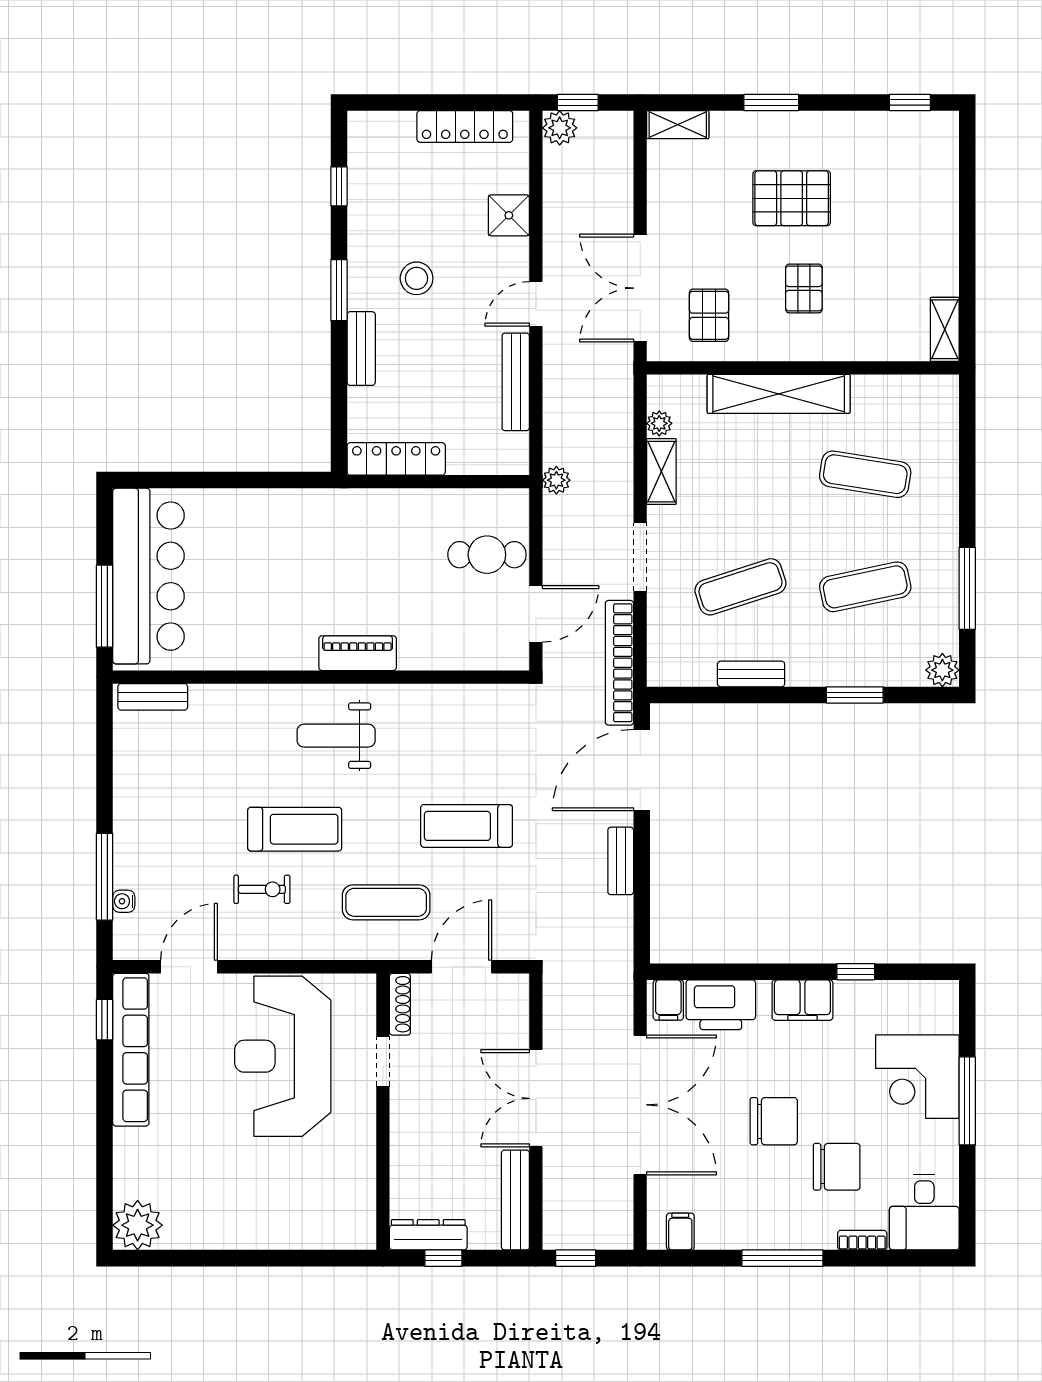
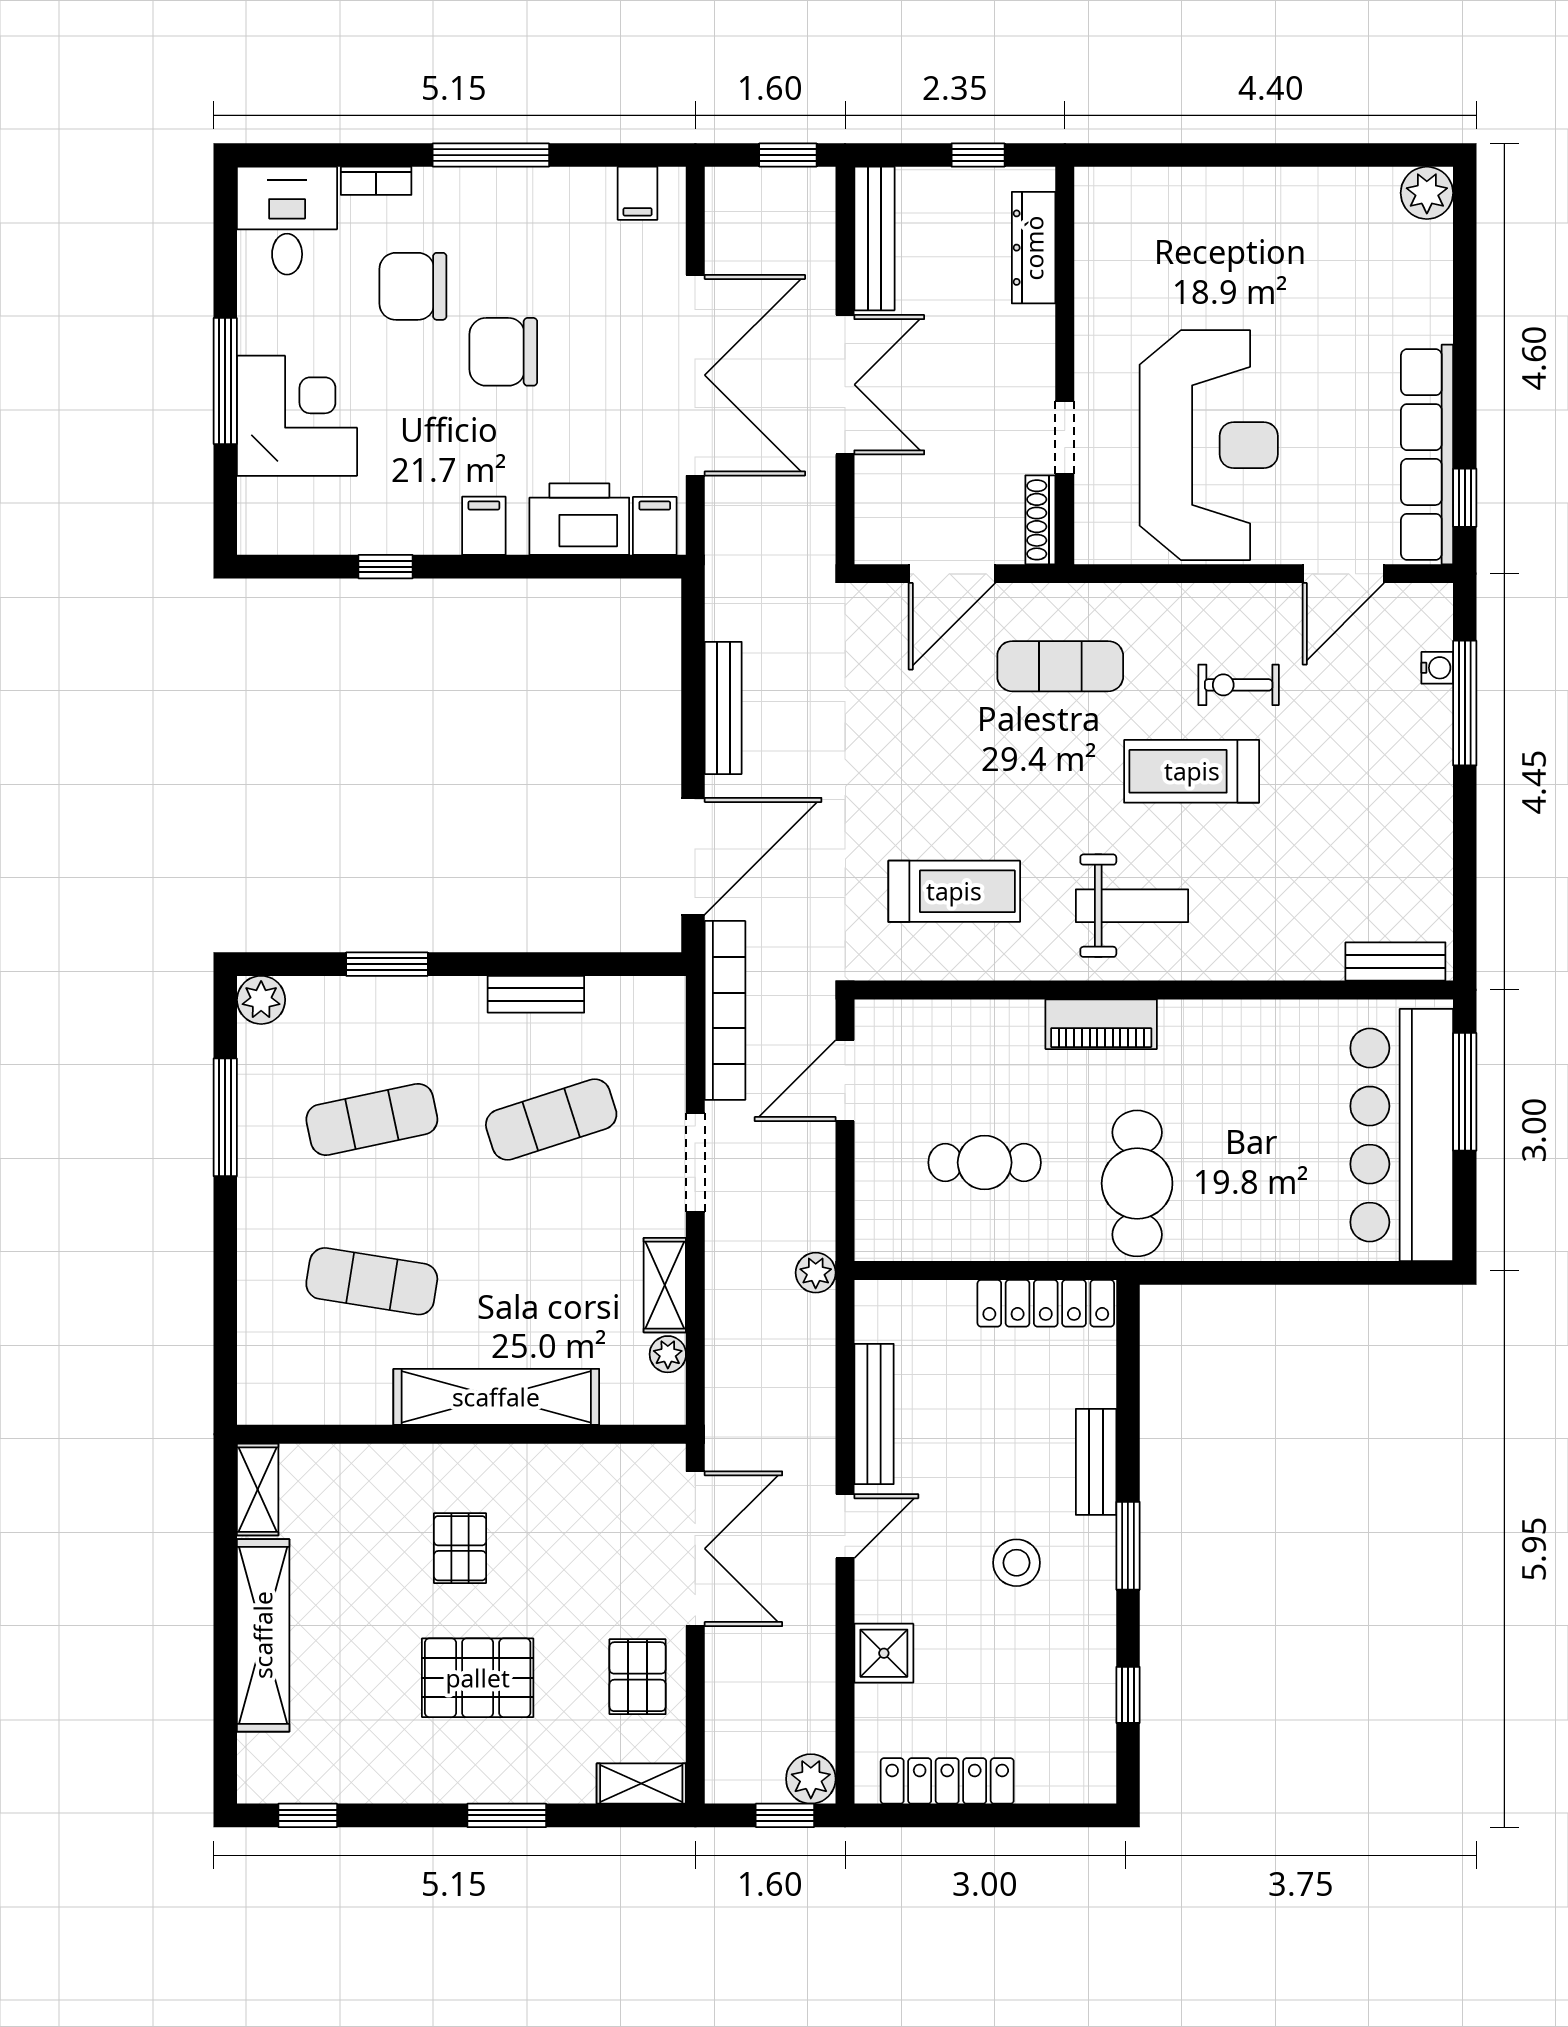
shelving: (941, 228) -> (263, 1635), added
pallet: (709, 315) -> (638, 1677), moved
cafe table: (333, 542) -> (1137, 1183), added
cafe table: (487, 555) -> (985, 1163), moved
treadmill: (467, 826) -> (954, 891), moved
bench: (621, 861) -> (723, 708), width x1.36
filing cabinet: (802, 1000) -> (484, 526), width x0.50
double door: (640, 1105) -> (695, 375), swing flipped
plant: (138, 1225) -> (1427, 193), width x0.73, depth x0.73
dresser: (428, 1235) -> (1034, 248), moved, turned 90

